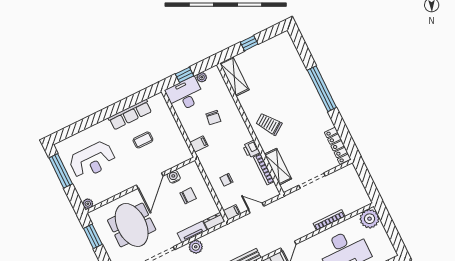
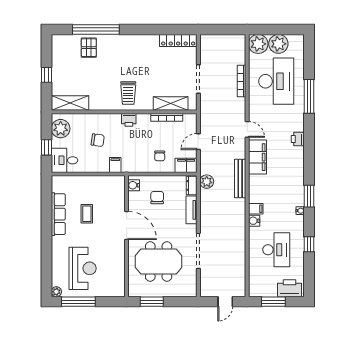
pallet: (292, 69) -> (89, 48), added
plant: (202, 77) -> (61, 129), width x1.87, depth x1.87
window: (322, 89) -> (96, 29), moved
desk: (185, 95) -> (64, 160), width x0.73
trolley: (269, 124) -> (128, 93), turned -55
printer: (251, 149) -> (129, 120), moved
water cooler: (174, 177) -> (134, 185), moved
plant: (88, 204) -> (56, 292), moved
filing cabinet: (232, 212) -> (186, 165), width x2.00
plant: (378, 237) -> (278, 44), added
plant: (196, 247) -> (207, 182), moved

